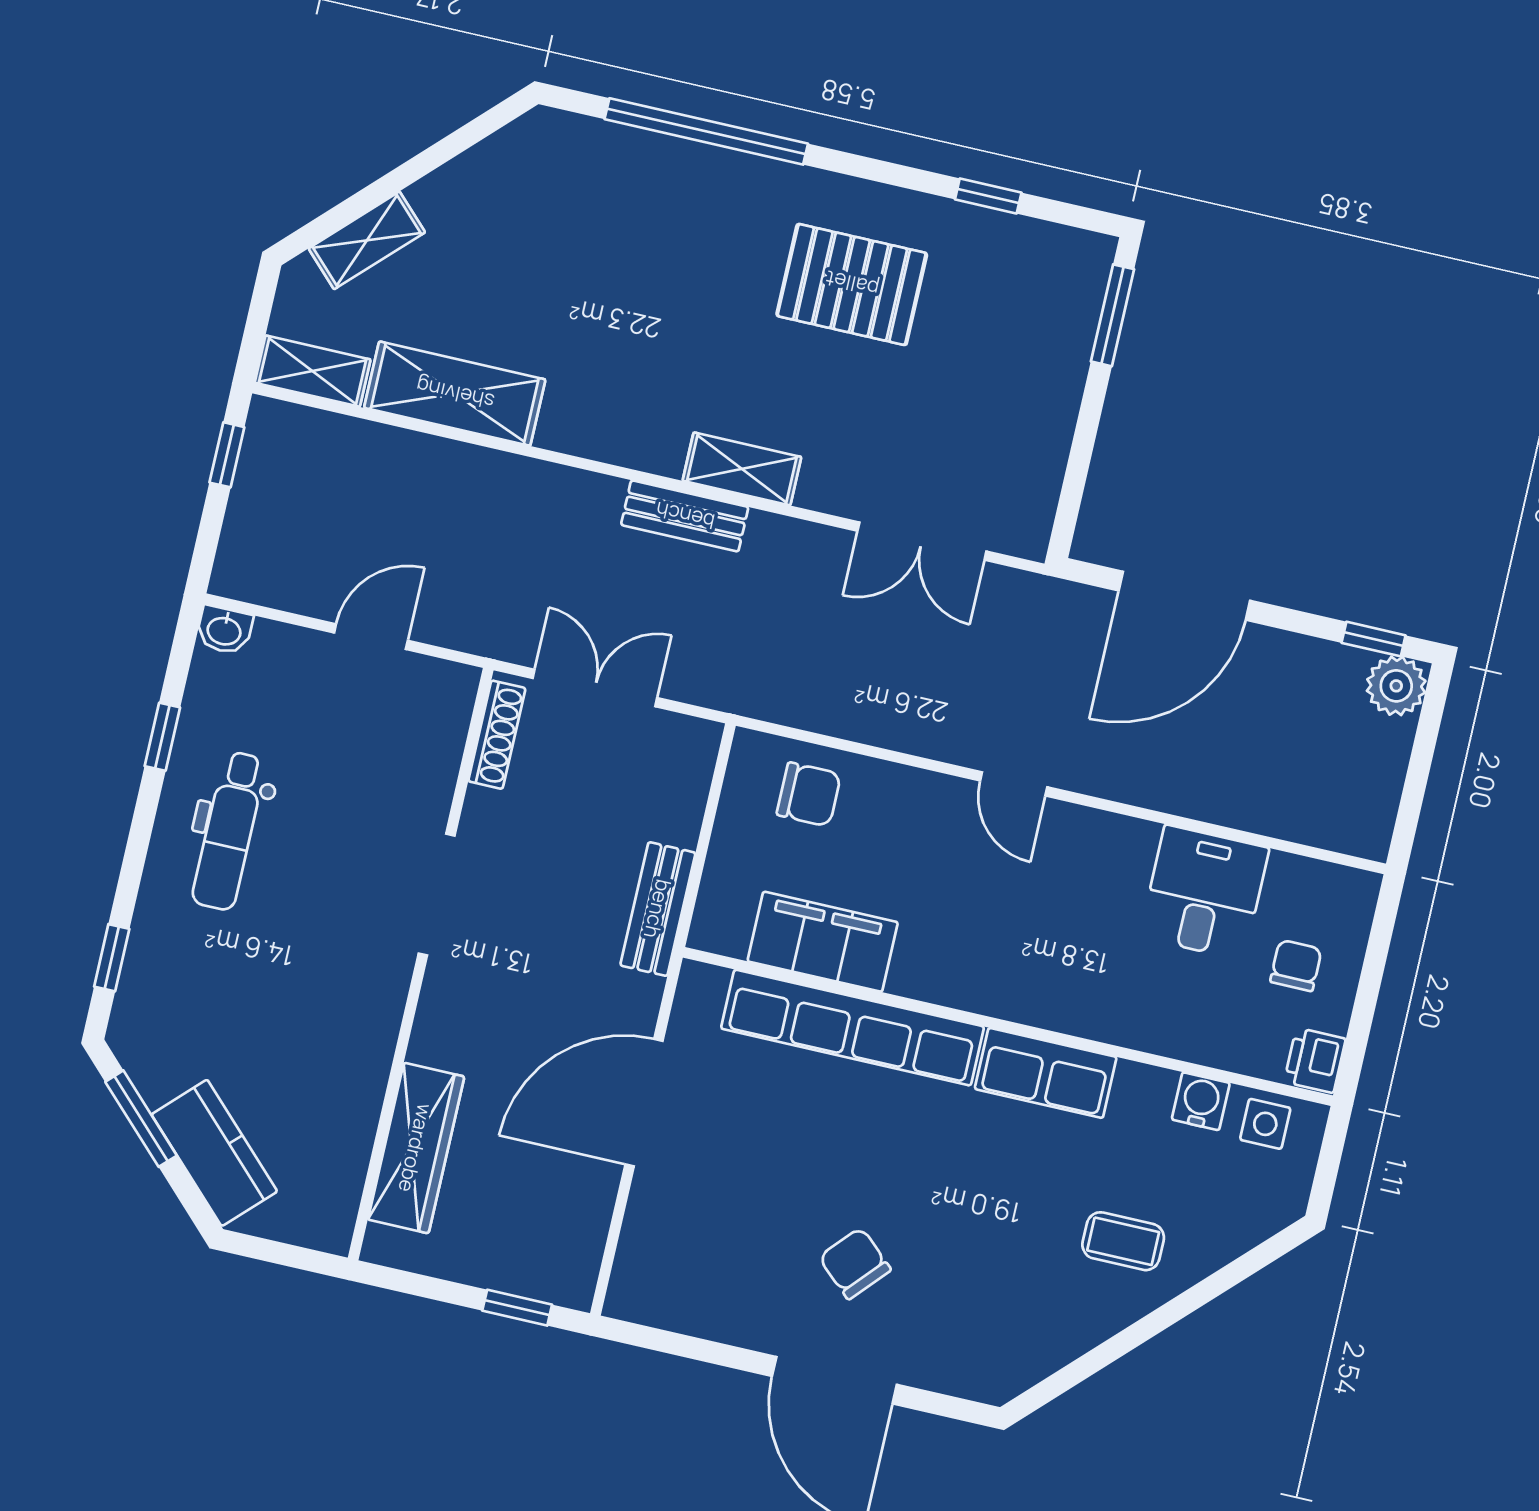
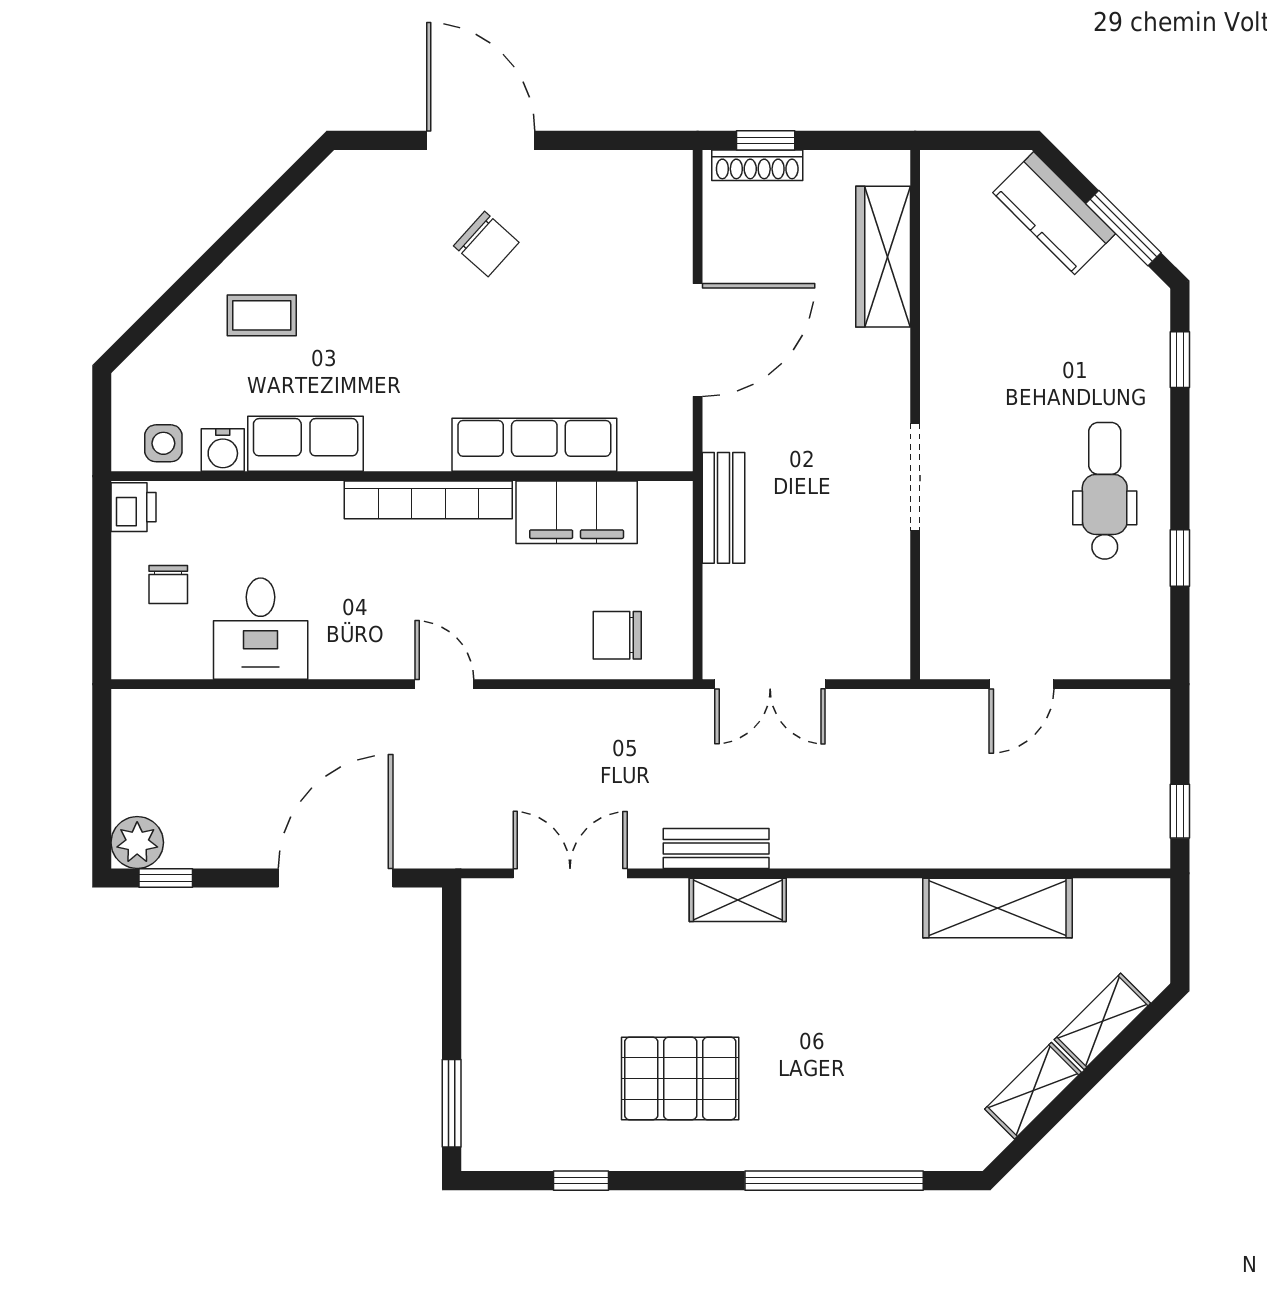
shelving: (313, 371) -> (1033, 1091), moved, turned -45
bench: (685, 516) -> (716, 848), moved
washbasin: (224, 630) -> (1148, 661), removed
double door: (595, 688) -> (770, 684), moved
shoe rack: (497, 735) -> (757, 165), moved, turned -90
bookcase: (985, 993) -> (428, 500), added
row of seats: (853, 1028) -> (534, 445), width x0.73
row of seats: (1046, 1073) -> (306, 444), moved

